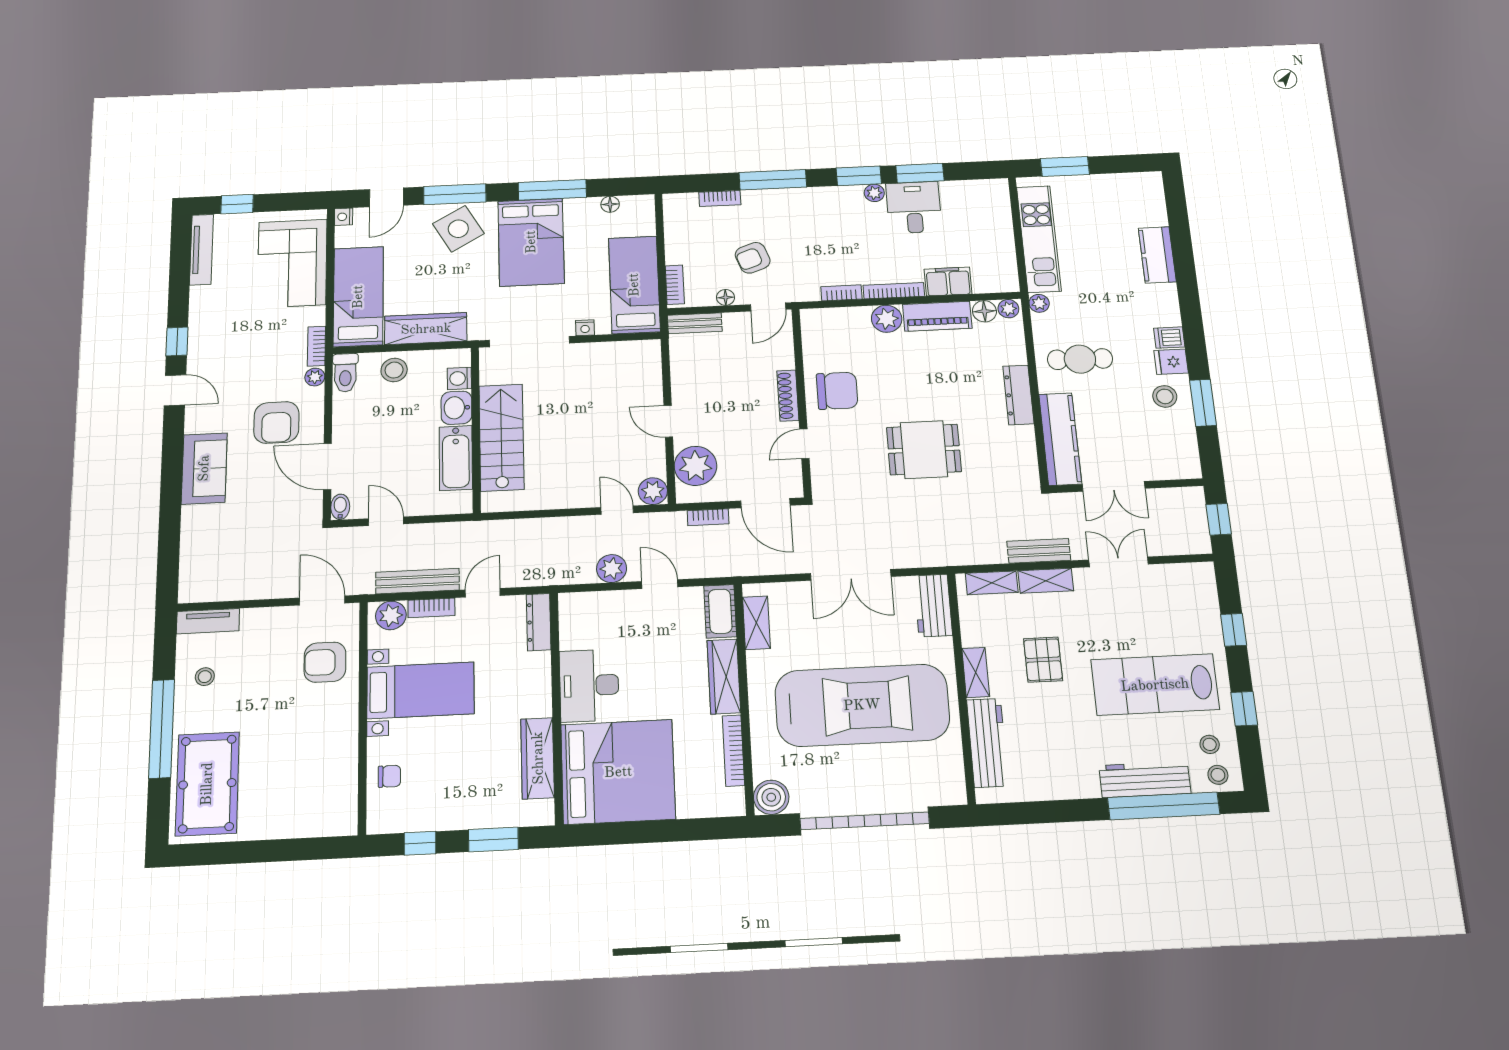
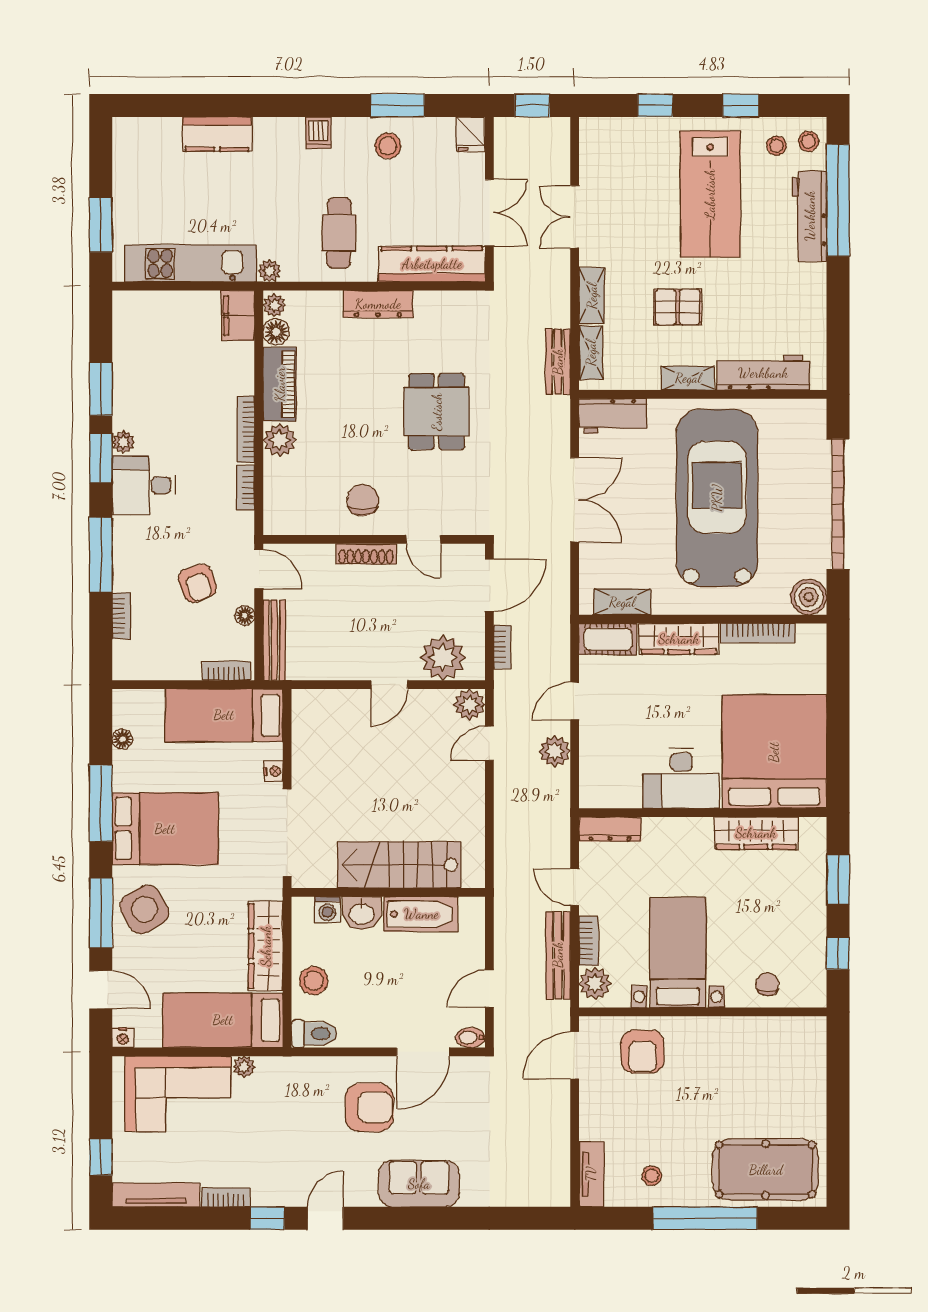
desk: (914, 207) -> (144, 485), moved
filing cabinet: (948, 282) -> (238, 315), moved
bench: (695, 323) -> (274, 640), width x1.36
bookcase: (316, 346) -> (226, 1197), moved, turned 180
fridge: (1171, 362) -> (471, 134), moved
plant: (315, 377) -> (244, 1067), moved
chair: (837, 391) -> (363, 500), width x0.73, depth x0.73
bench: (1039, 551) -> (558, 362), moved

